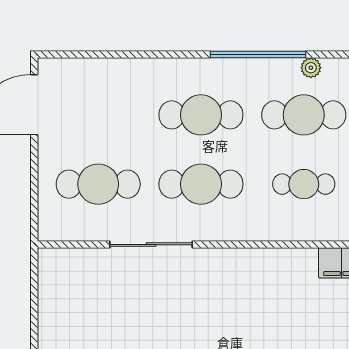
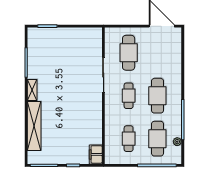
cafe table: (201, 184) -> (129, 96), width x0.73, depth x0.74

